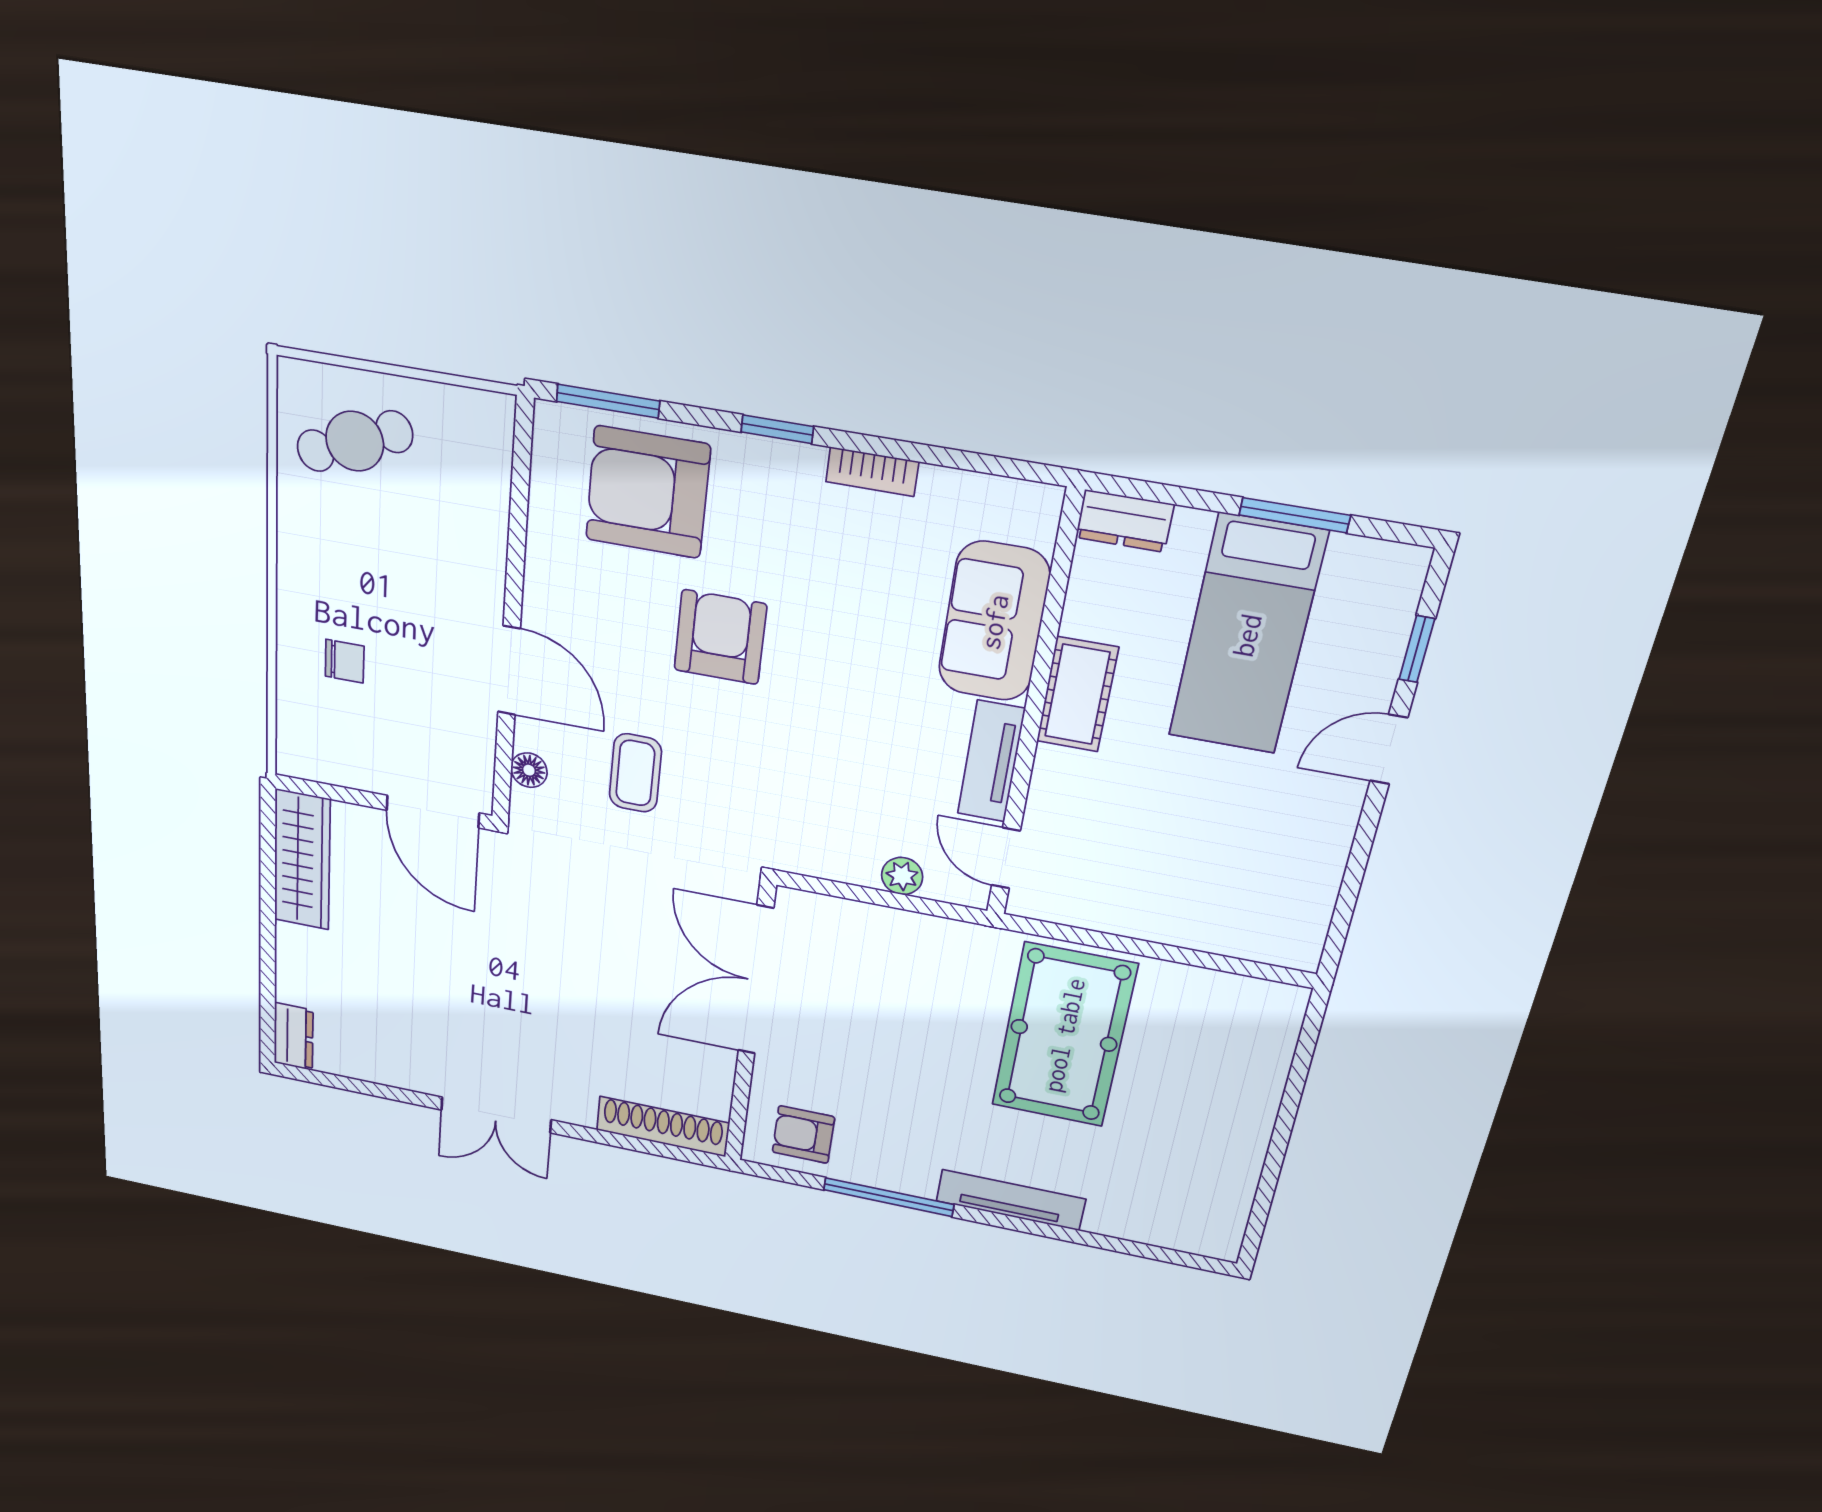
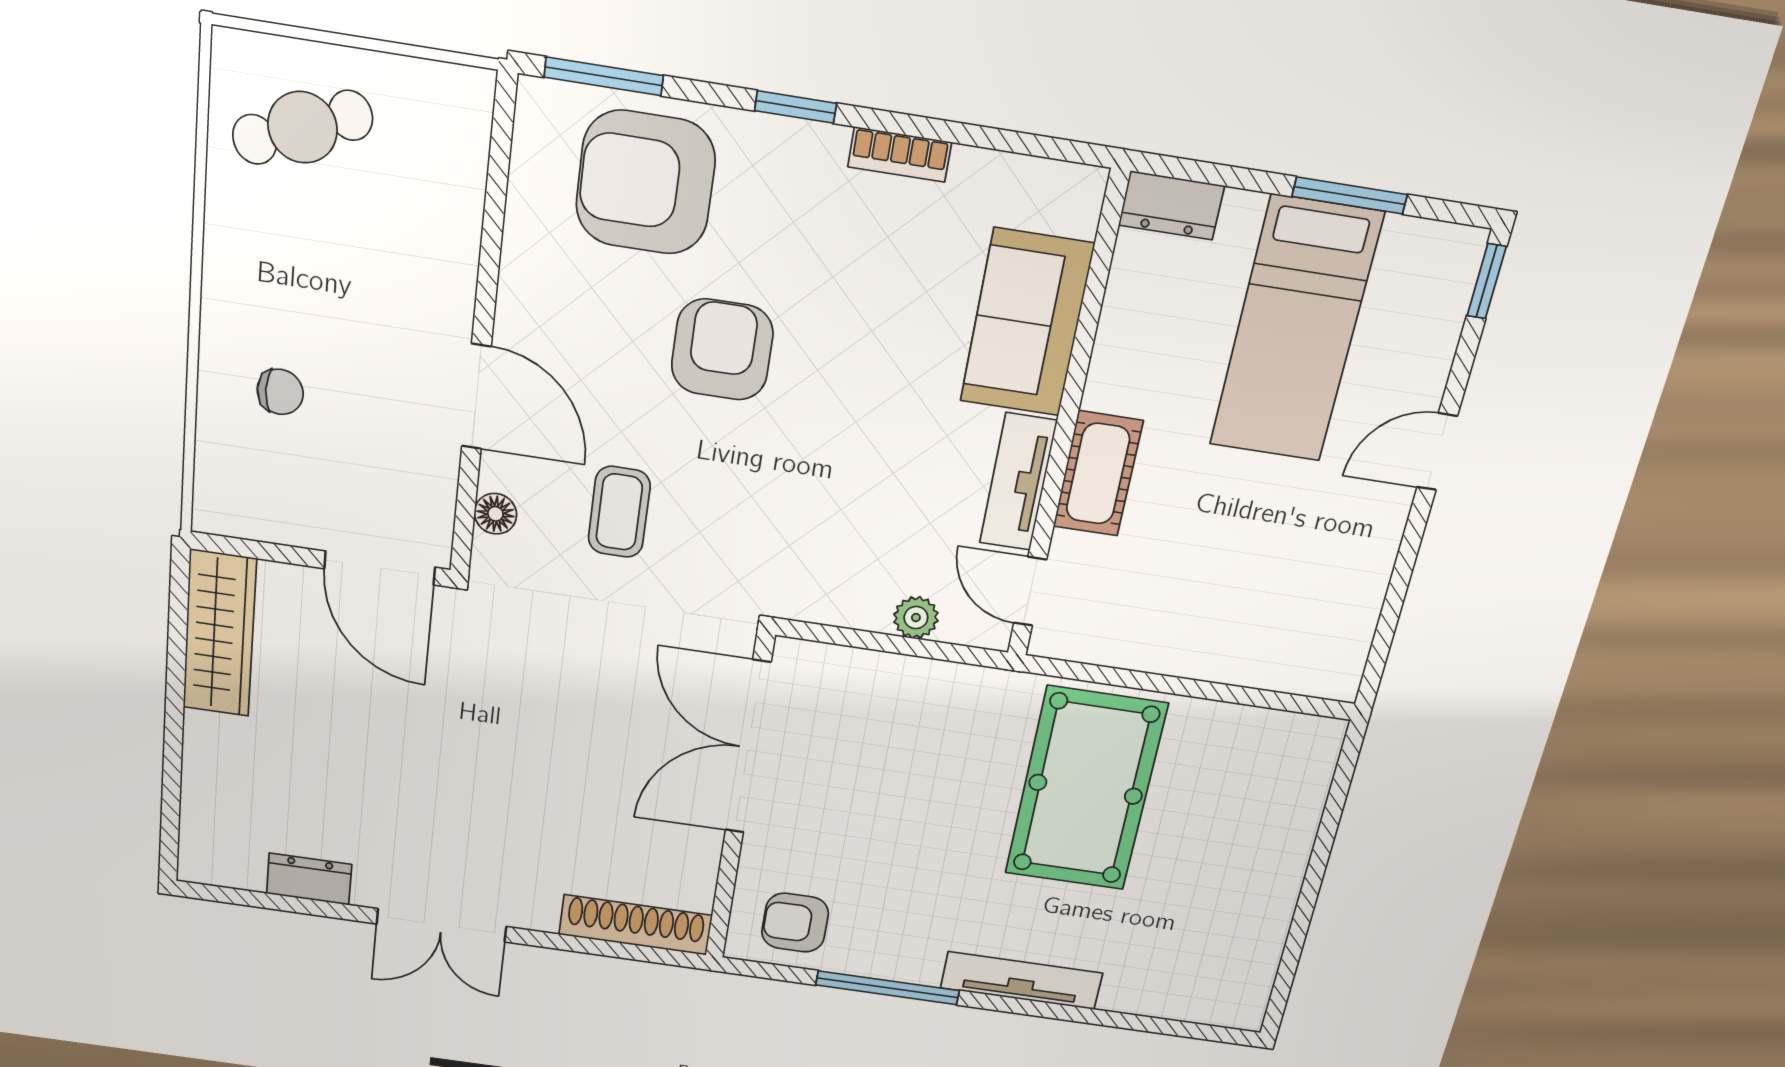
window: (1417, 649) -> (1487, 281), moved
cot: (1077, 694) -> (1098, 474), moved
dresser: (294, 1037) -> (309, 879), moved, turned -90

